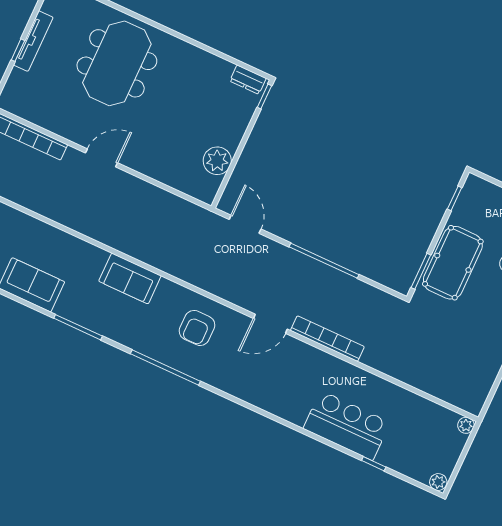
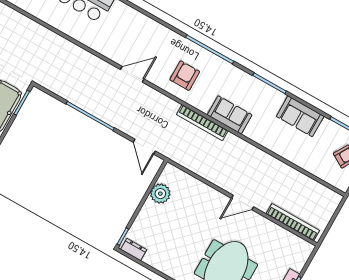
bookcase: (327, 339) -> (202, 123), moved

